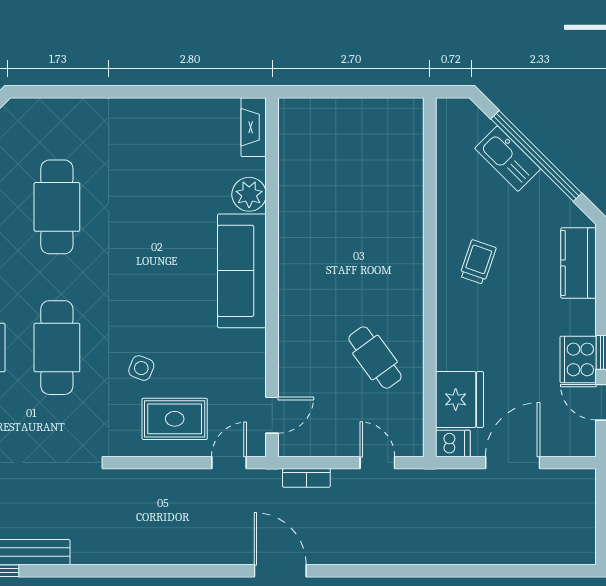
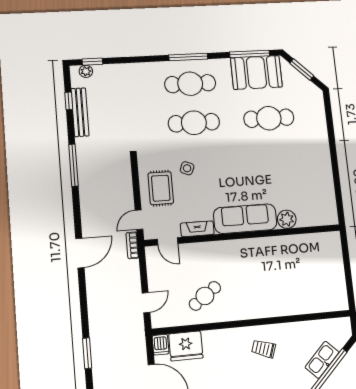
fireplace: (254, 127) -> (197, 229), moved
trolley: (478, 262) -> (264, 349), turned 180
door: (229, 463) -> (139, 220), swing flipped
bookcase: (306, 478) -> (132, 245), moved
window: (121, 571) -> (73, 165), added
window: (455, 571) -> (87, 353), added

